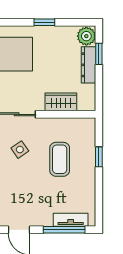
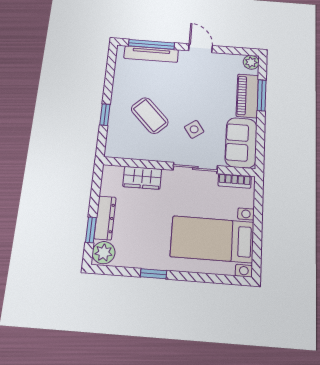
coffee table: (60, 159) -> (150, 116), turned -44
tv unit: (71, 220) -> (151, 54), width x1.41

